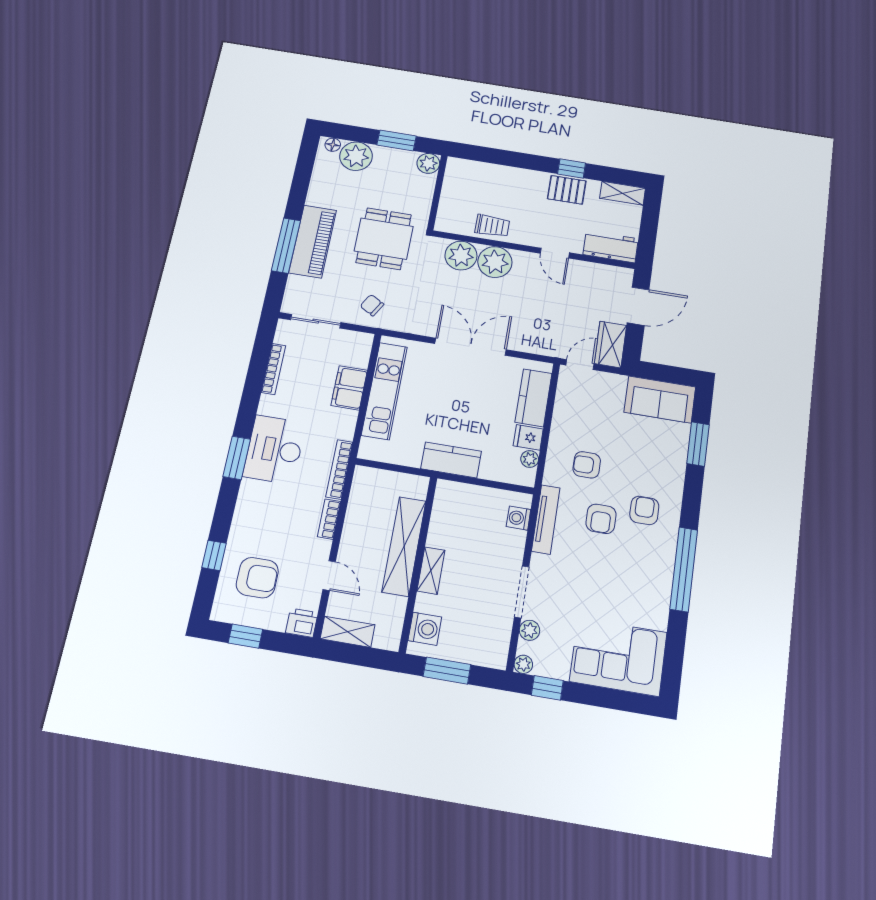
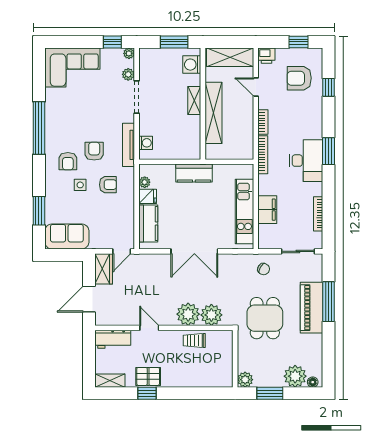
side table: (630, 472) -> (80, 185), added
shelving: (348, 632) -> (230, 57), width x1.50, depth x1.33

